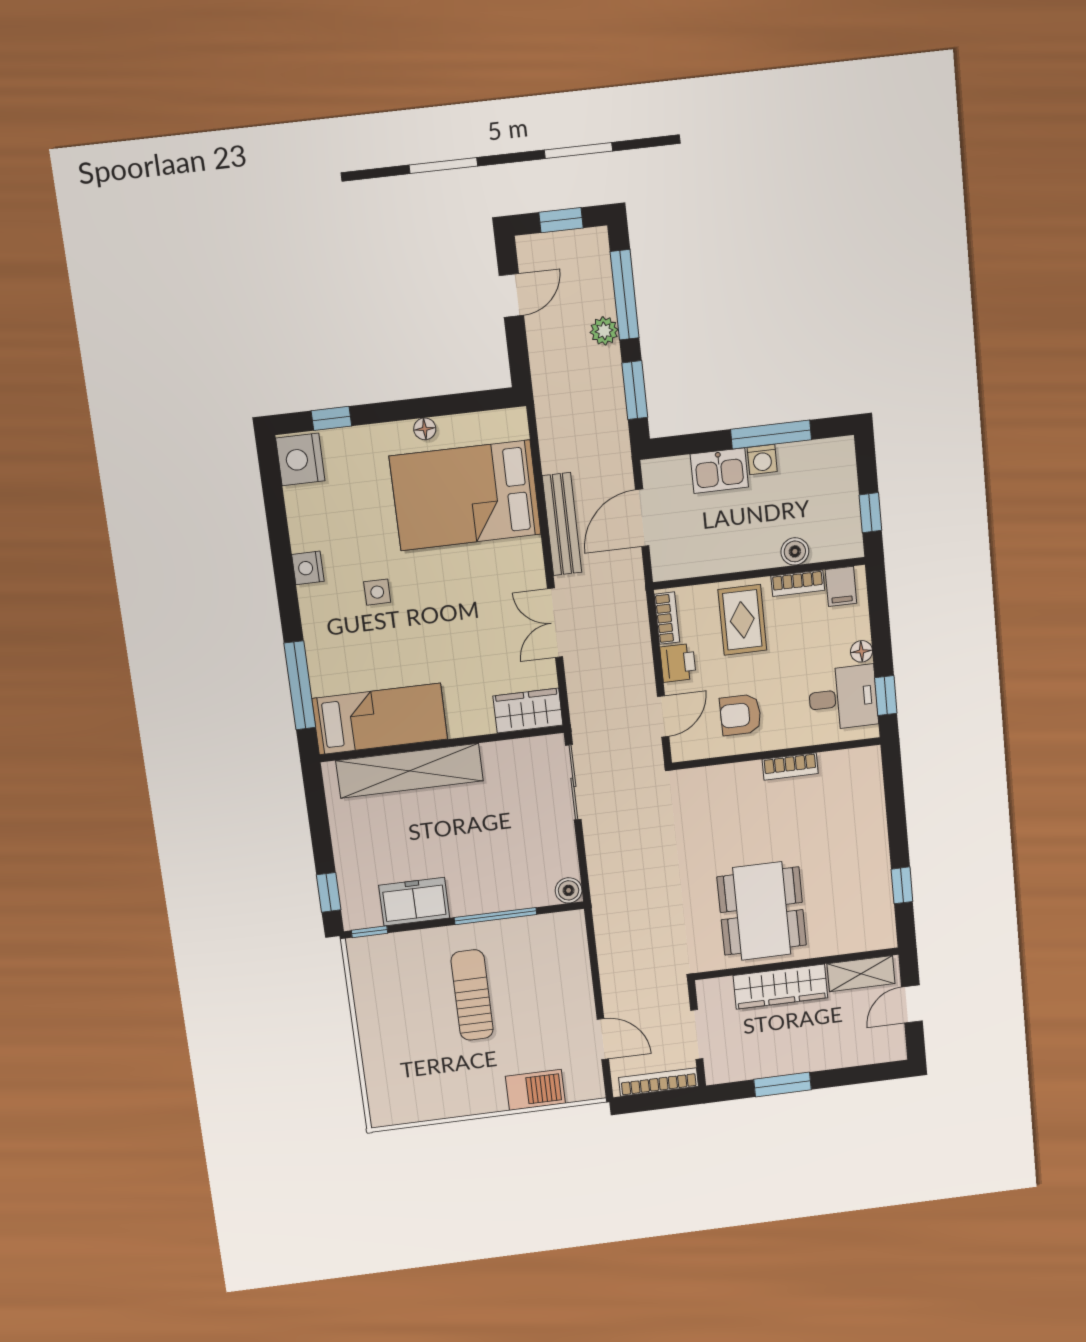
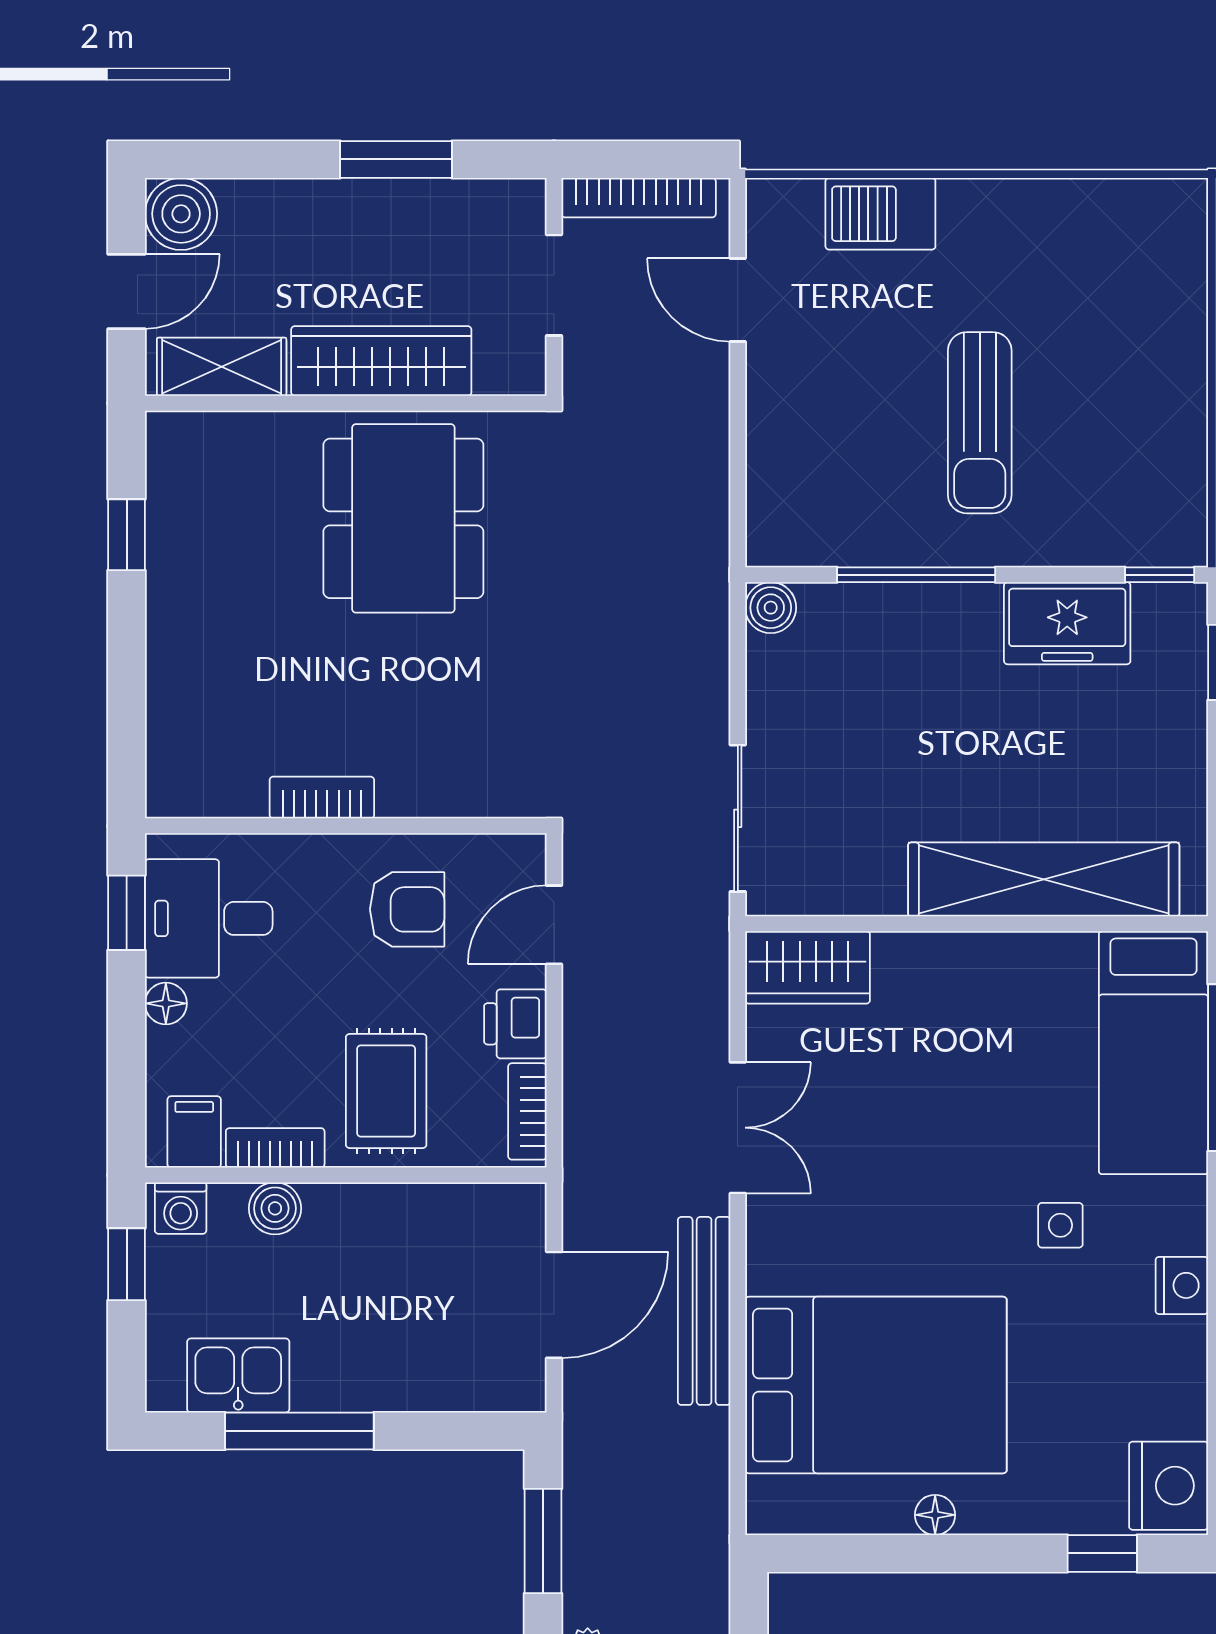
washing machine: (762, 460) -> (181, 1208), moved, turned 180
kitchen sink: (719, 471) -> (238, 1376), moved
bed: (380, 719) -> (1153, 1053), moved, turned -90
boiler: (888, 1045) -> (181, 214), added

